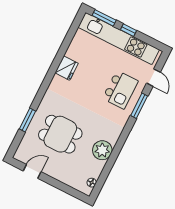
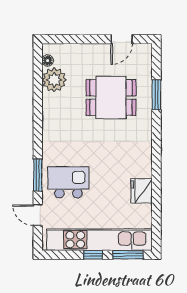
fridge: (67, 68) -> (142, 191), moved
kitchen island: (120, 90) -> (68, 182), turned 90
plant: (102, 150) -> (54, 80), moved

